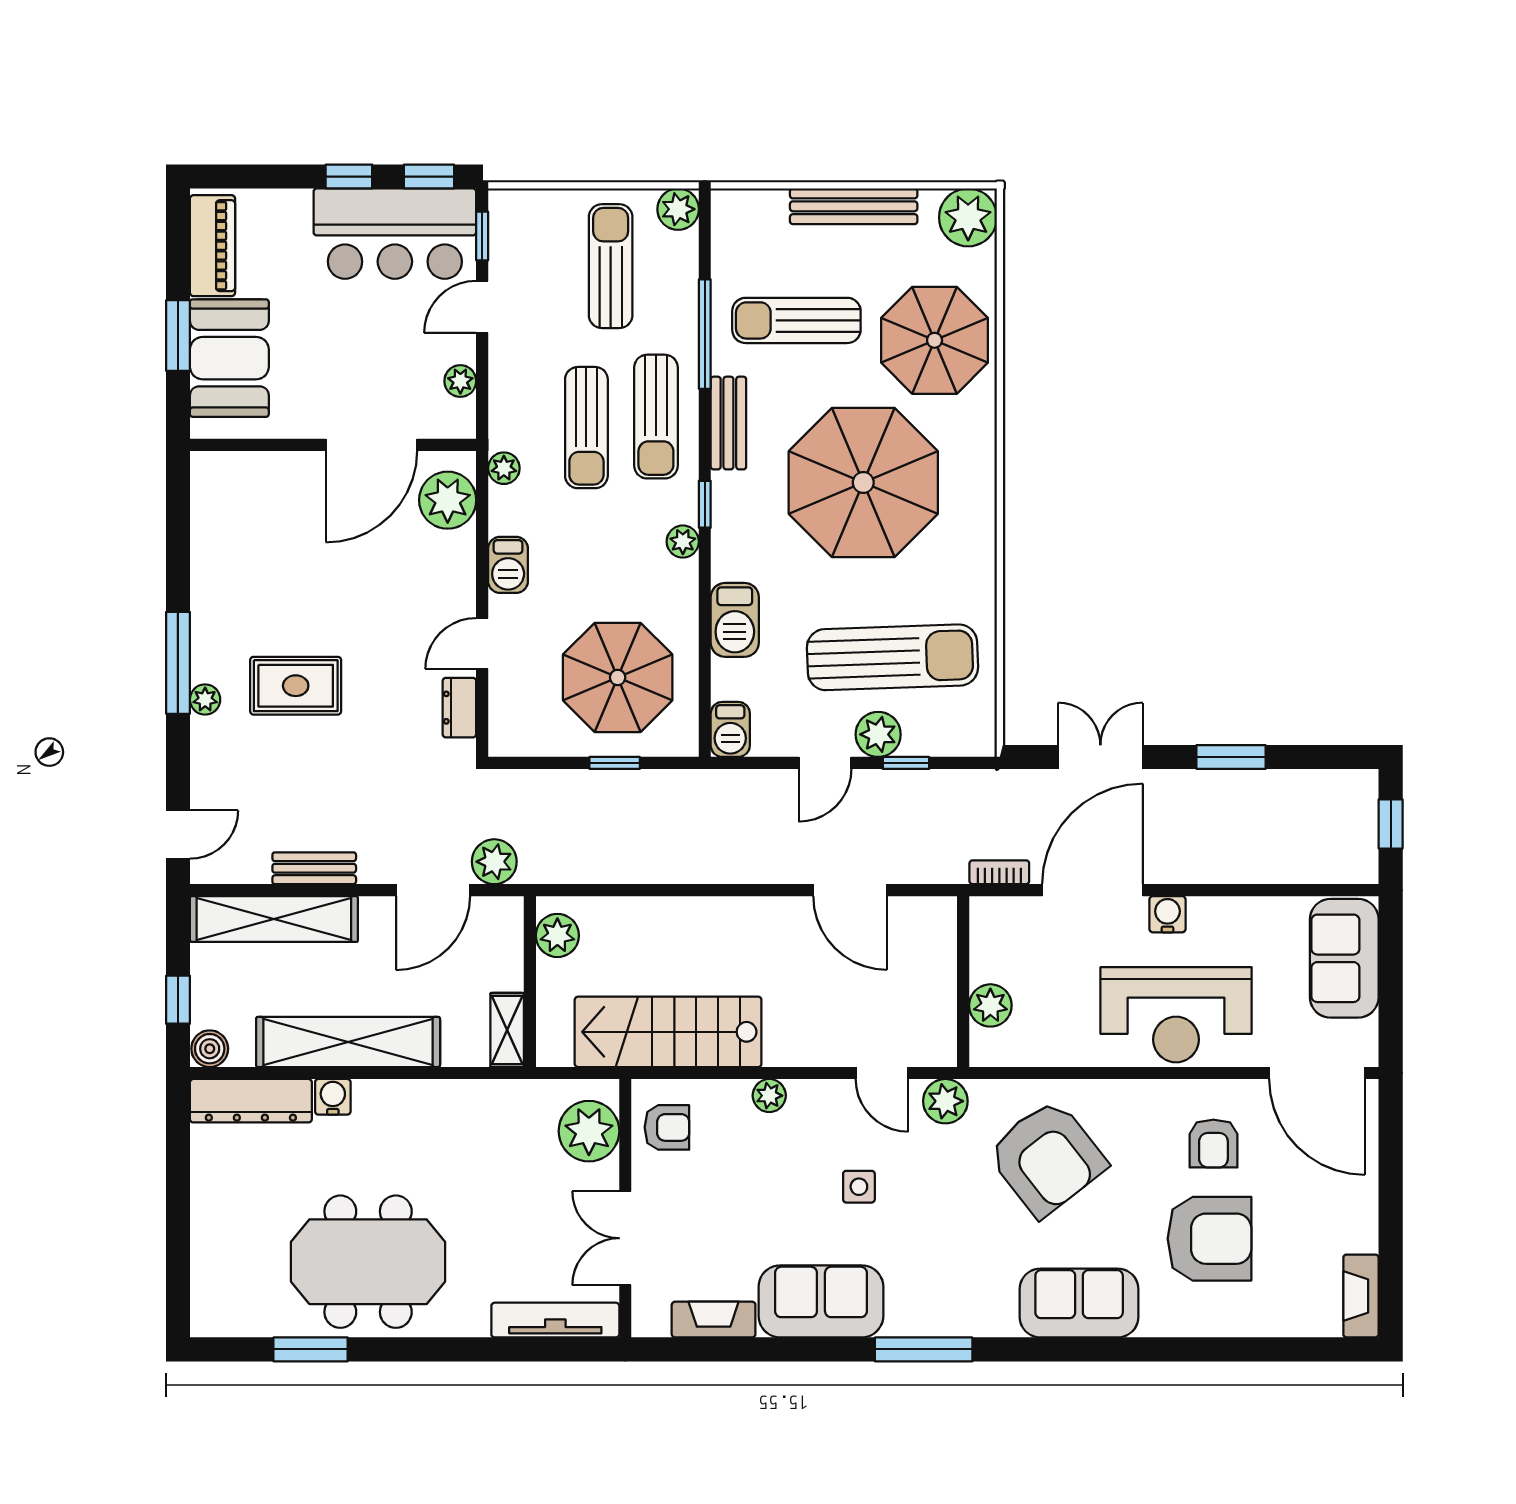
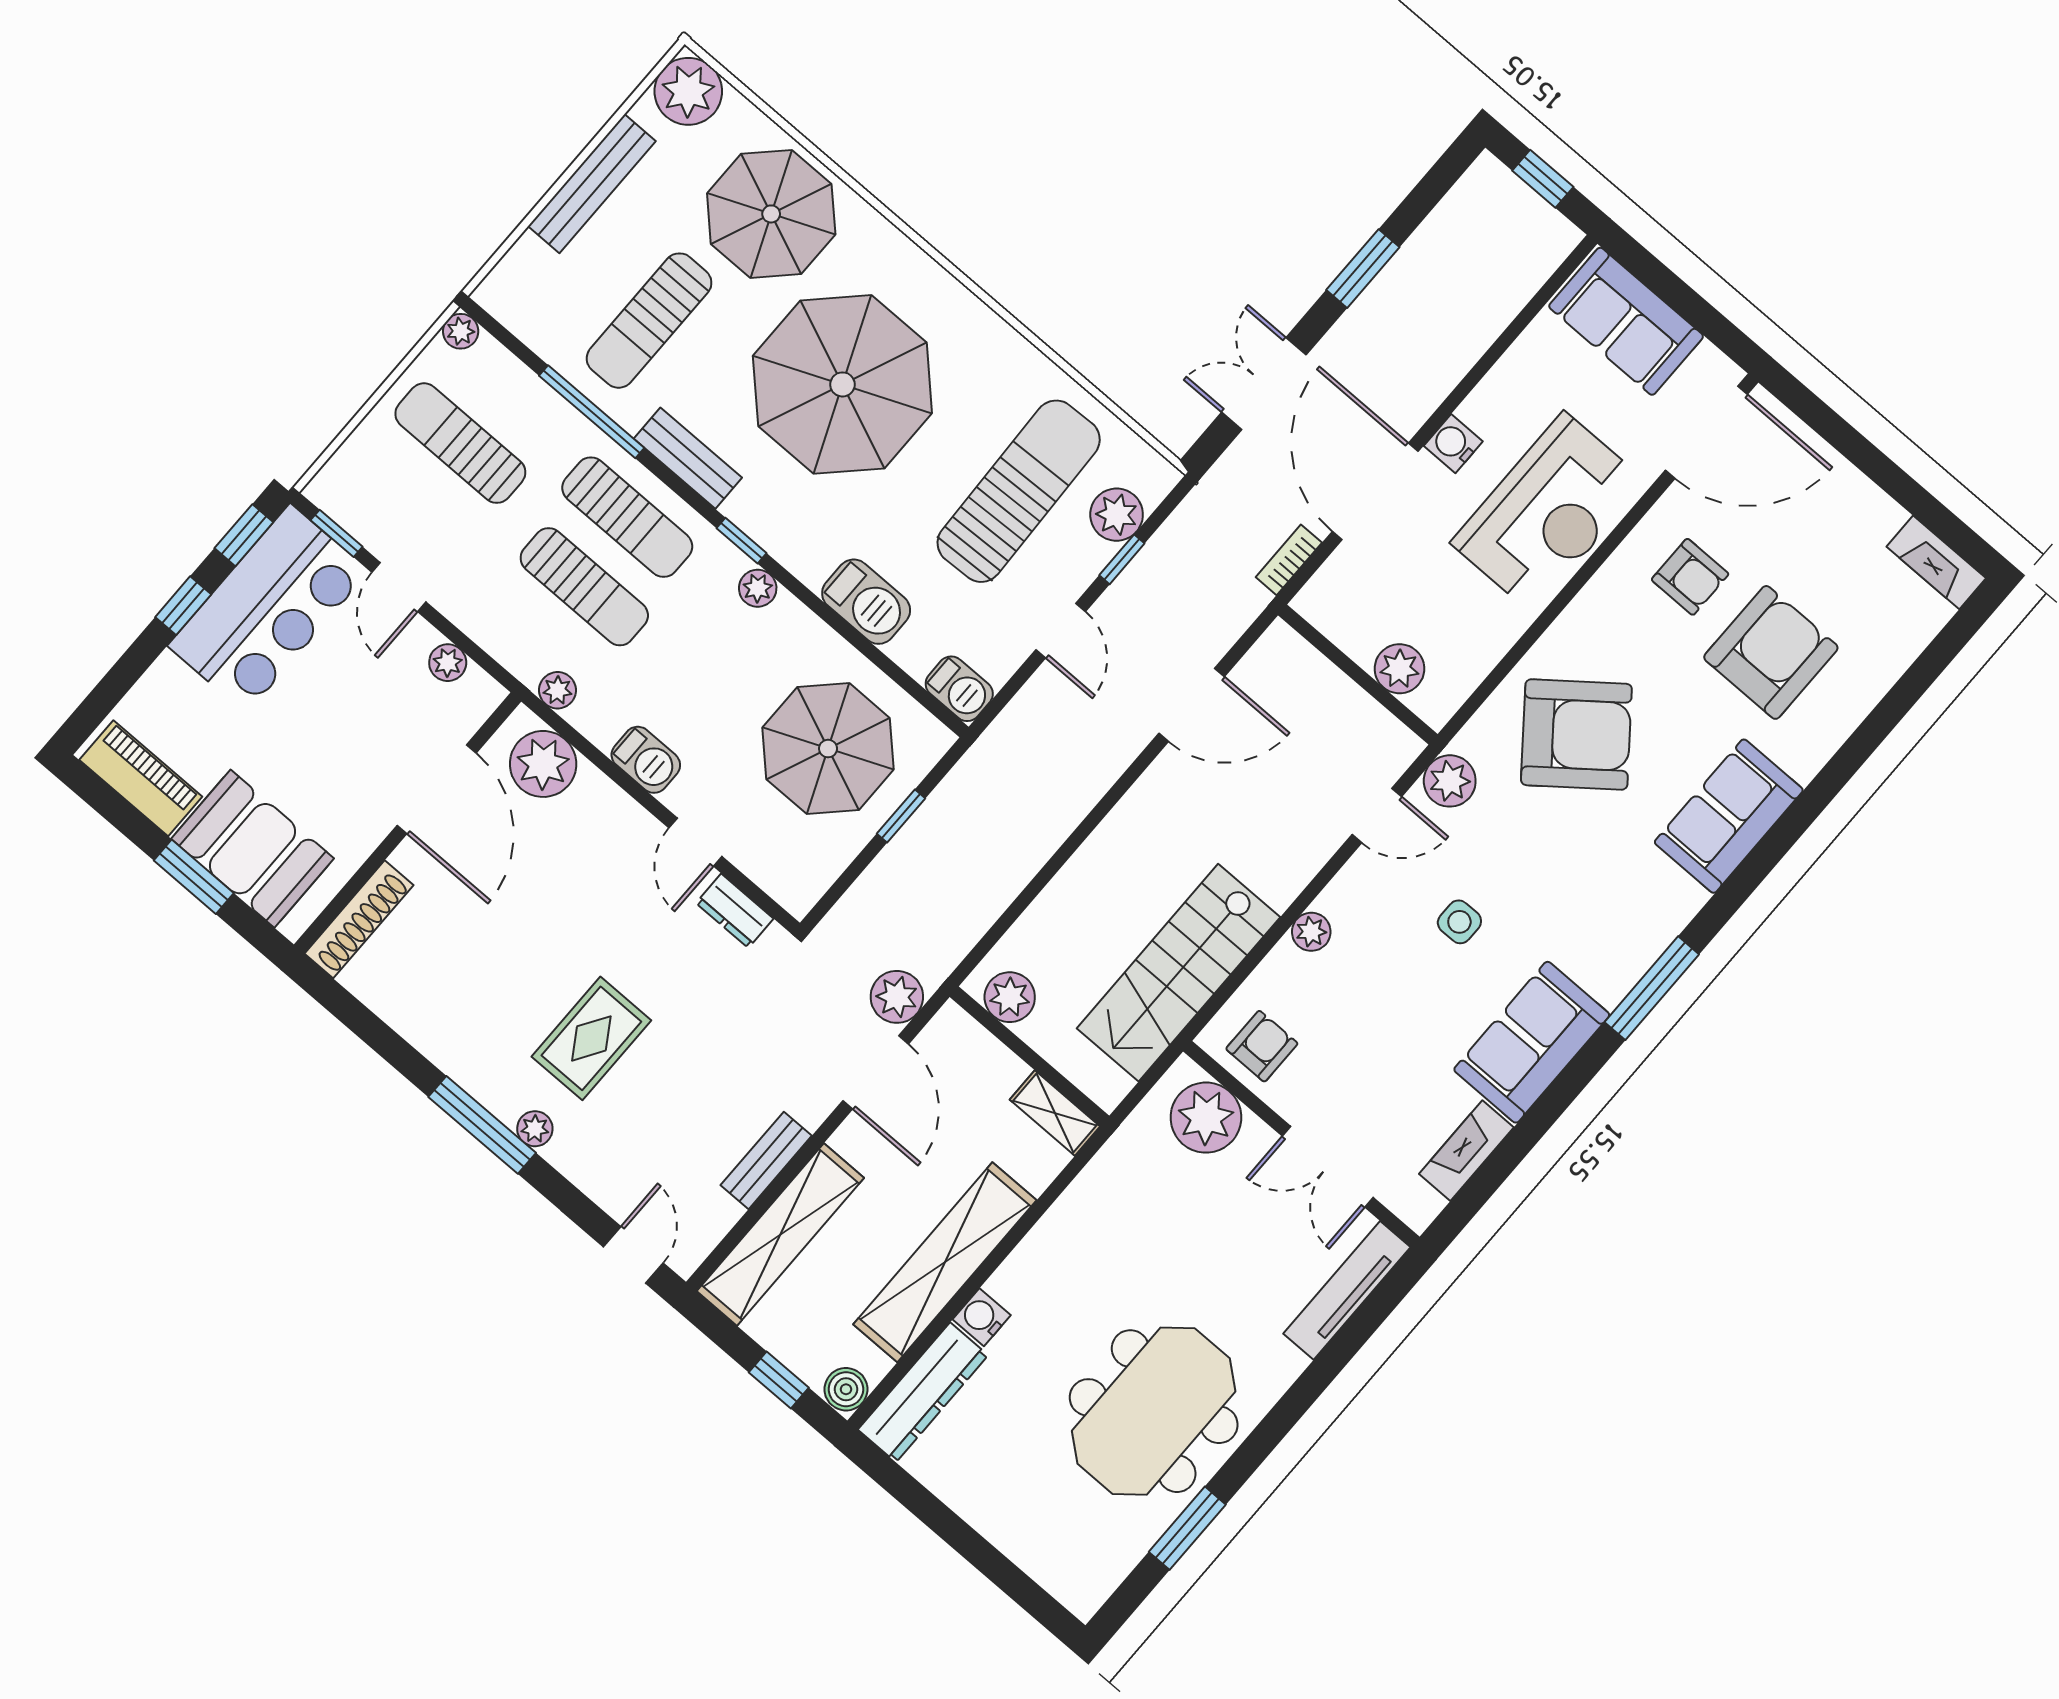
plant: (678, 209) -> (461, 331), width x0.73, depth x0.73
shoe rack: (243, 467) -> (359, 919), added
plant: (878, 734) -> (1117, 515), moved

